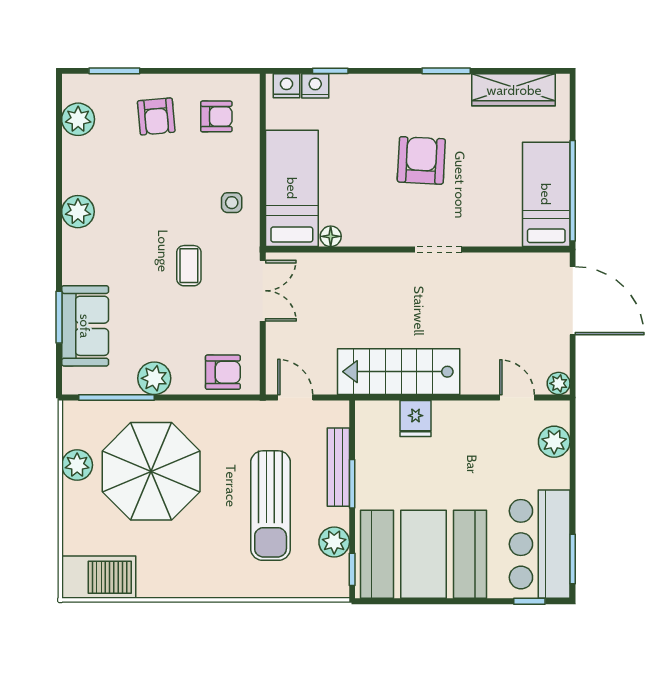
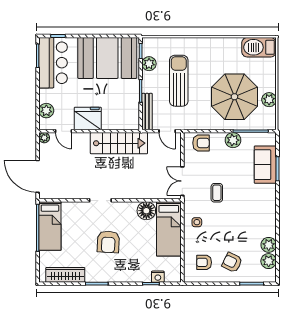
nightstand: (287, 86) -> (171, 277), removed
armchair: (156, 116) -> (232, 262), turned -59
plant: (78, 212) -> (269, 245), moved
floor lamp: (331, 236) -> (146, 211), width x1.89, depth x1.89
armchair: (223, 372) -> (201, 143), turned 180
fridge: (416, 419) -> (88, 118), moved, width x1.88, depth x1.34
bench: (338, 467) -> (147, 112), moved

